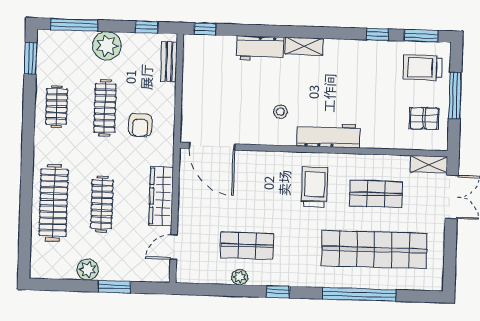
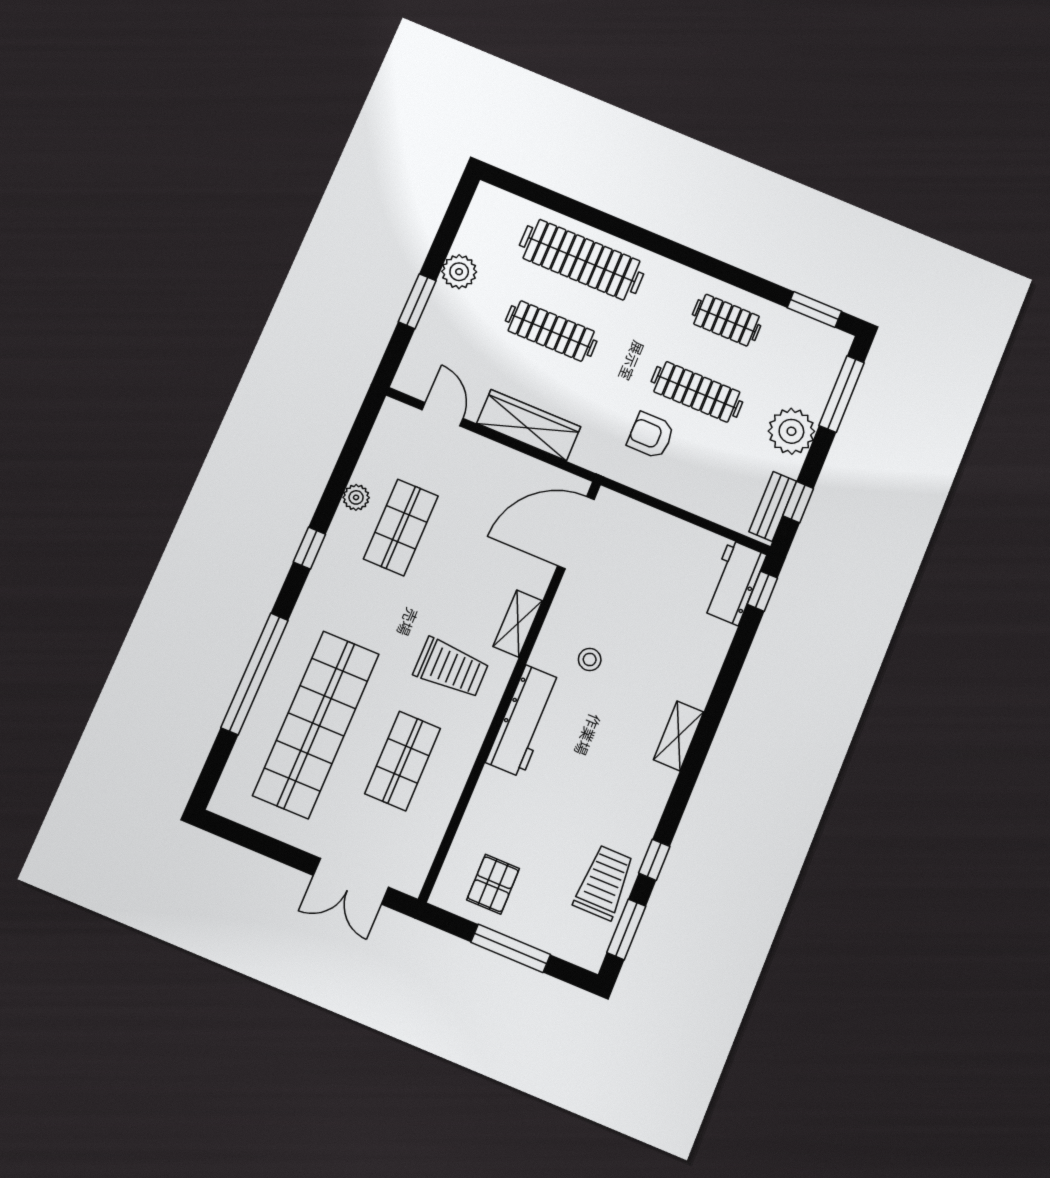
workbench: (260, 48) -> (734, 583), moved
bench: (169, 62) -> (773, 506), moved, turned 90
trolley: (423, 68) -> (604, 883), moved
shelving: (429, 164) -> (518, 624), moved

